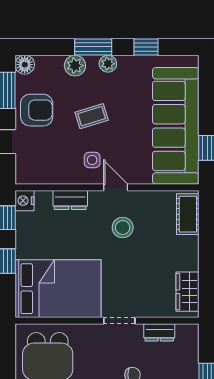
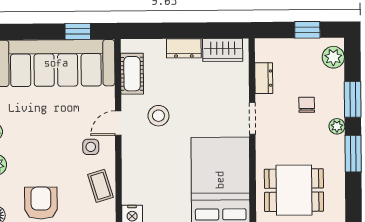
coffee table: (92, 116) -> (100, 186), moved
dresser: (70, 200) -> (184, 48), moved, turned 90
cot: (188, 214) -> (132, 74), moved, turned 90

